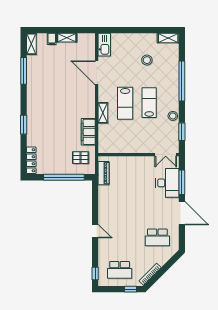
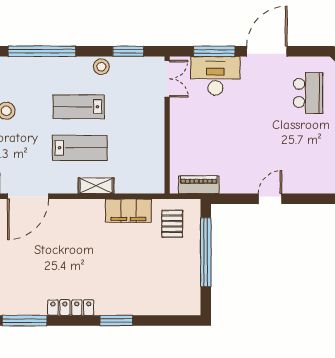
locker: (31, 160) -> (71, 308), moved
door: (95, 231) -> (270, 199), moved

